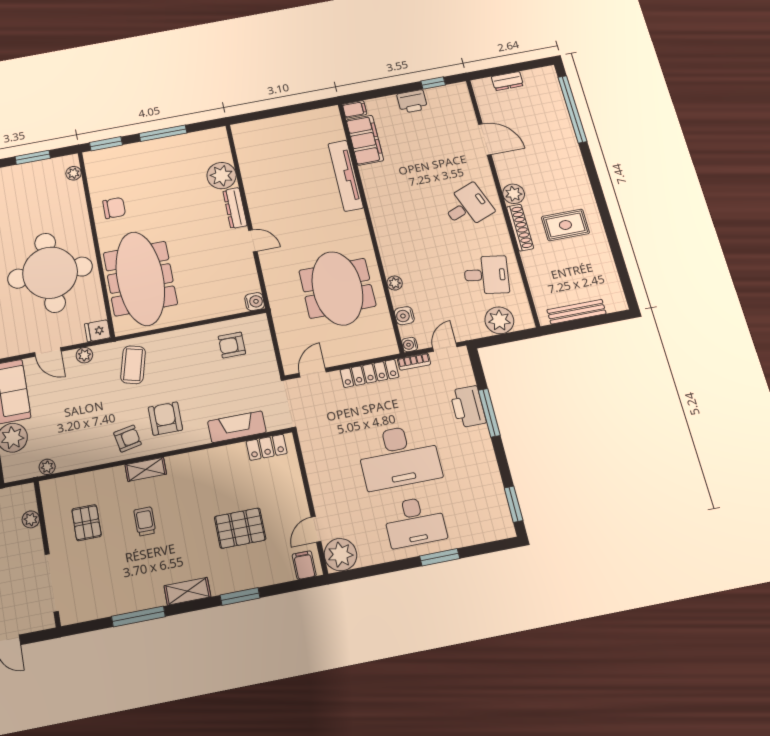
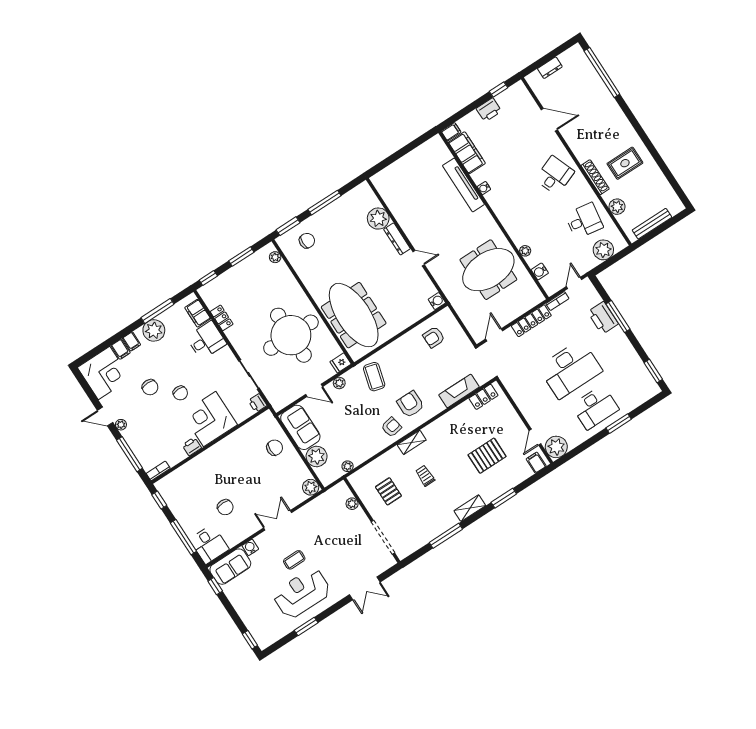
plant: (514, 194) -> (617, 207), moved
chair: (114, 208) -> (307, 241), moved
meeting table: (337, 288) -> (488, 270), turned 90
water cooler: (410, 345) -> (484, 188), moved

